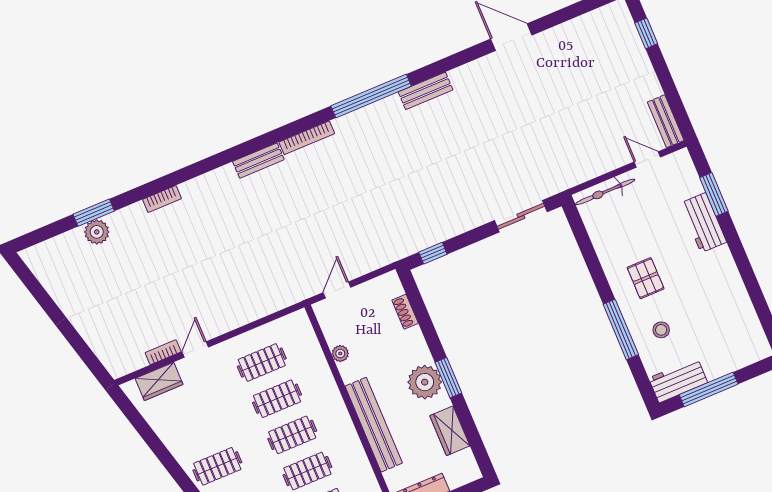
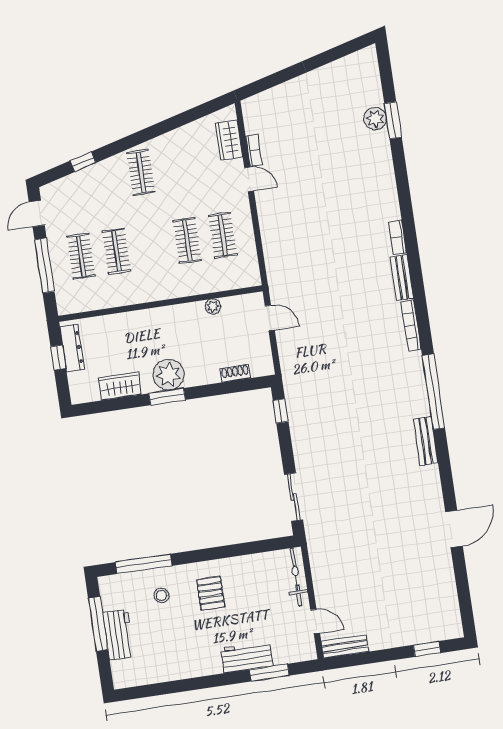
door: (647, 160) -> (315, 621), hinge flipped
bookcase: (162, 199) -> (398, 238), moved
pallet: (646, 278) -> (211, 593), turned 90
window: (621, 329) -> (144, 564), moved
workbench: (678, 380) -> (118, 635), moved
bench: (374, 425) -> (142, 320), removed
clothes rail: (292, 435) -> (152, 246), removed

